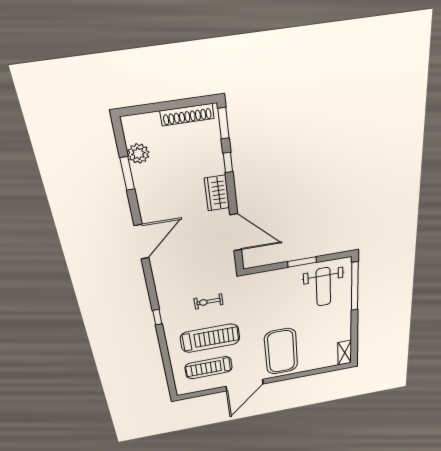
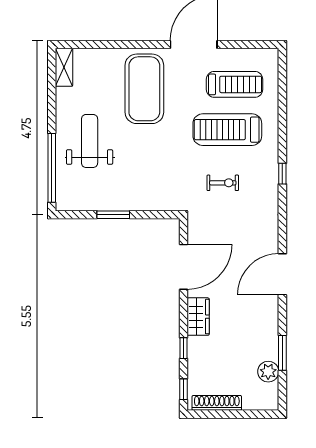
window: (224, 123) -> (184, 389), width x0.67
door: (236, 232) -> (184, 267), swing flipped
weight bench: (323, 287) -> (90, 141), moved

